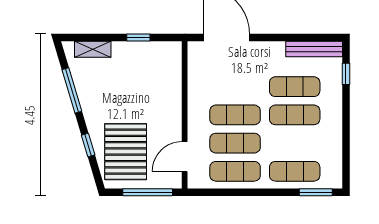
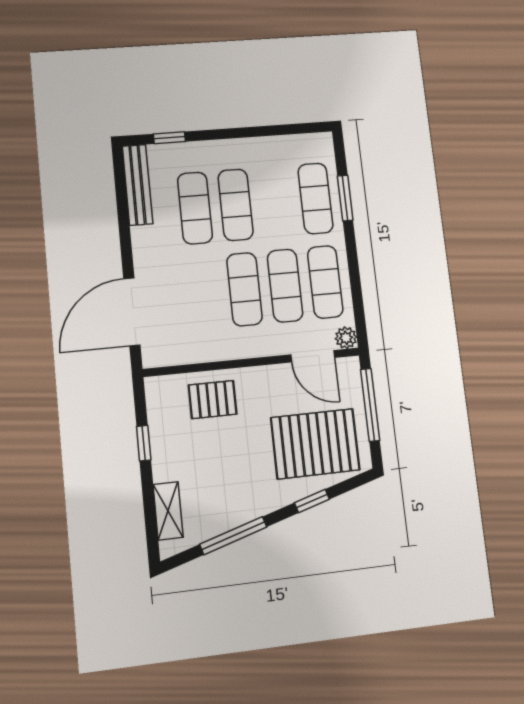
pallet: (162, 86) -> (213, 400), added
plant: (195, 181) -> (346, 338), added
window: (316, 192) -> (345, 198), moved

